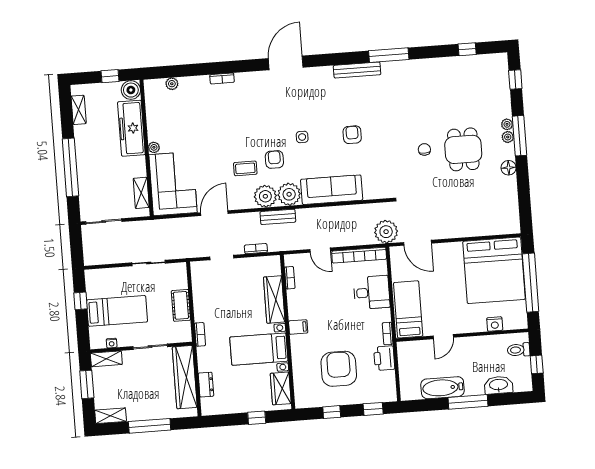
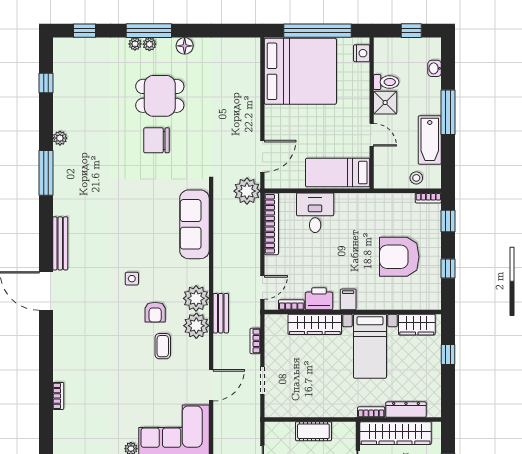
bench: (357, 70) -> (60, 243), moved
bookcase: (222, 78) -> (58, 396), moved
plant: (172, 84) -> (60, 138), moved
armchair: (352, 135) -> (134, 221), removed
chair: (424, 149) -> (157, 140), width x1.87, depth x1.87
armchair: (274, 159) -> (155, 312), turned -90
sofa: (332, 190) -> (194, 224), moved
door: (214, 213) -> (211, 385), swing flipped
door: (320, 250) -> (262, 287), moved
nightstand: (495, 324) -> (362, 53), moved
bookcase: (200, 334) -> (371, 412), moved
bookcase: (388, 334) -> (428, 198), moved
shower: (472, 346) -> (385, 103), added
toilet: (519, 350) -> (386, 82), moved, turned -90
printer: (384, 358) -> (319, 299), moved, turned 180
stool: (409, 378) -> (416, 178), added
dresser: (206, 385) -> (406, 410), width x1.44
washbasin: (498, 385) -> (435, 68), width x0.52, depth x0.69

